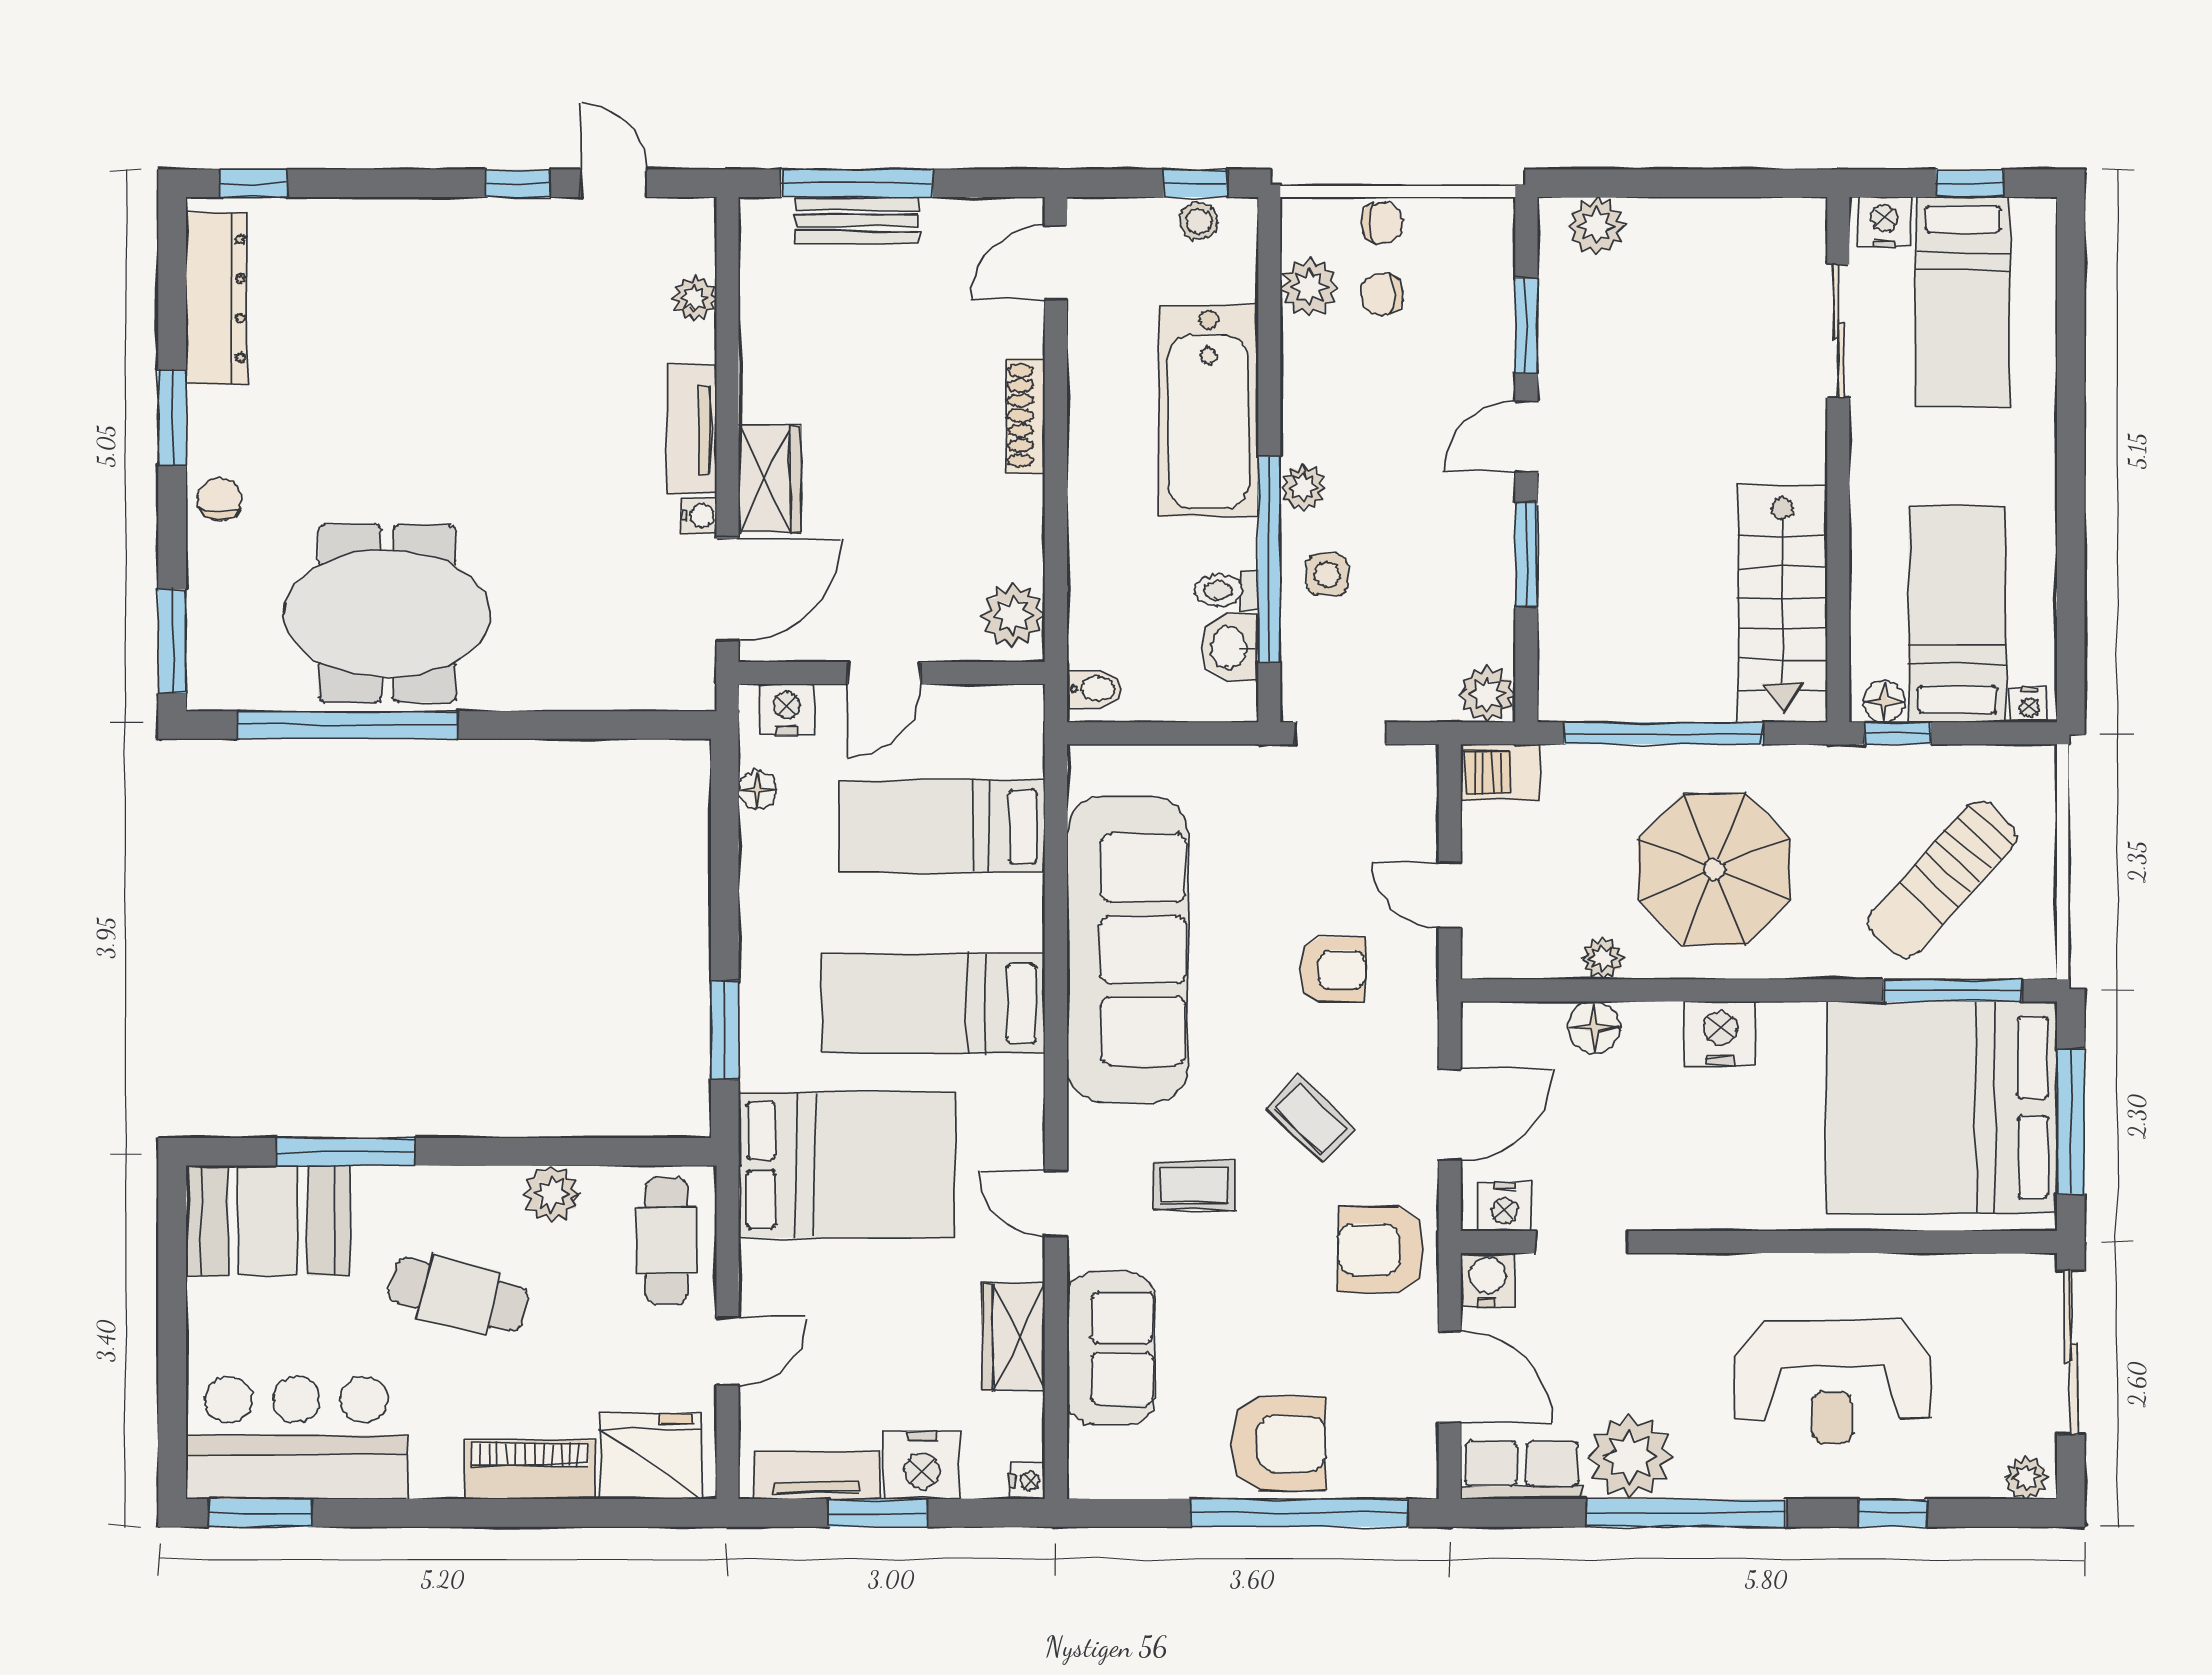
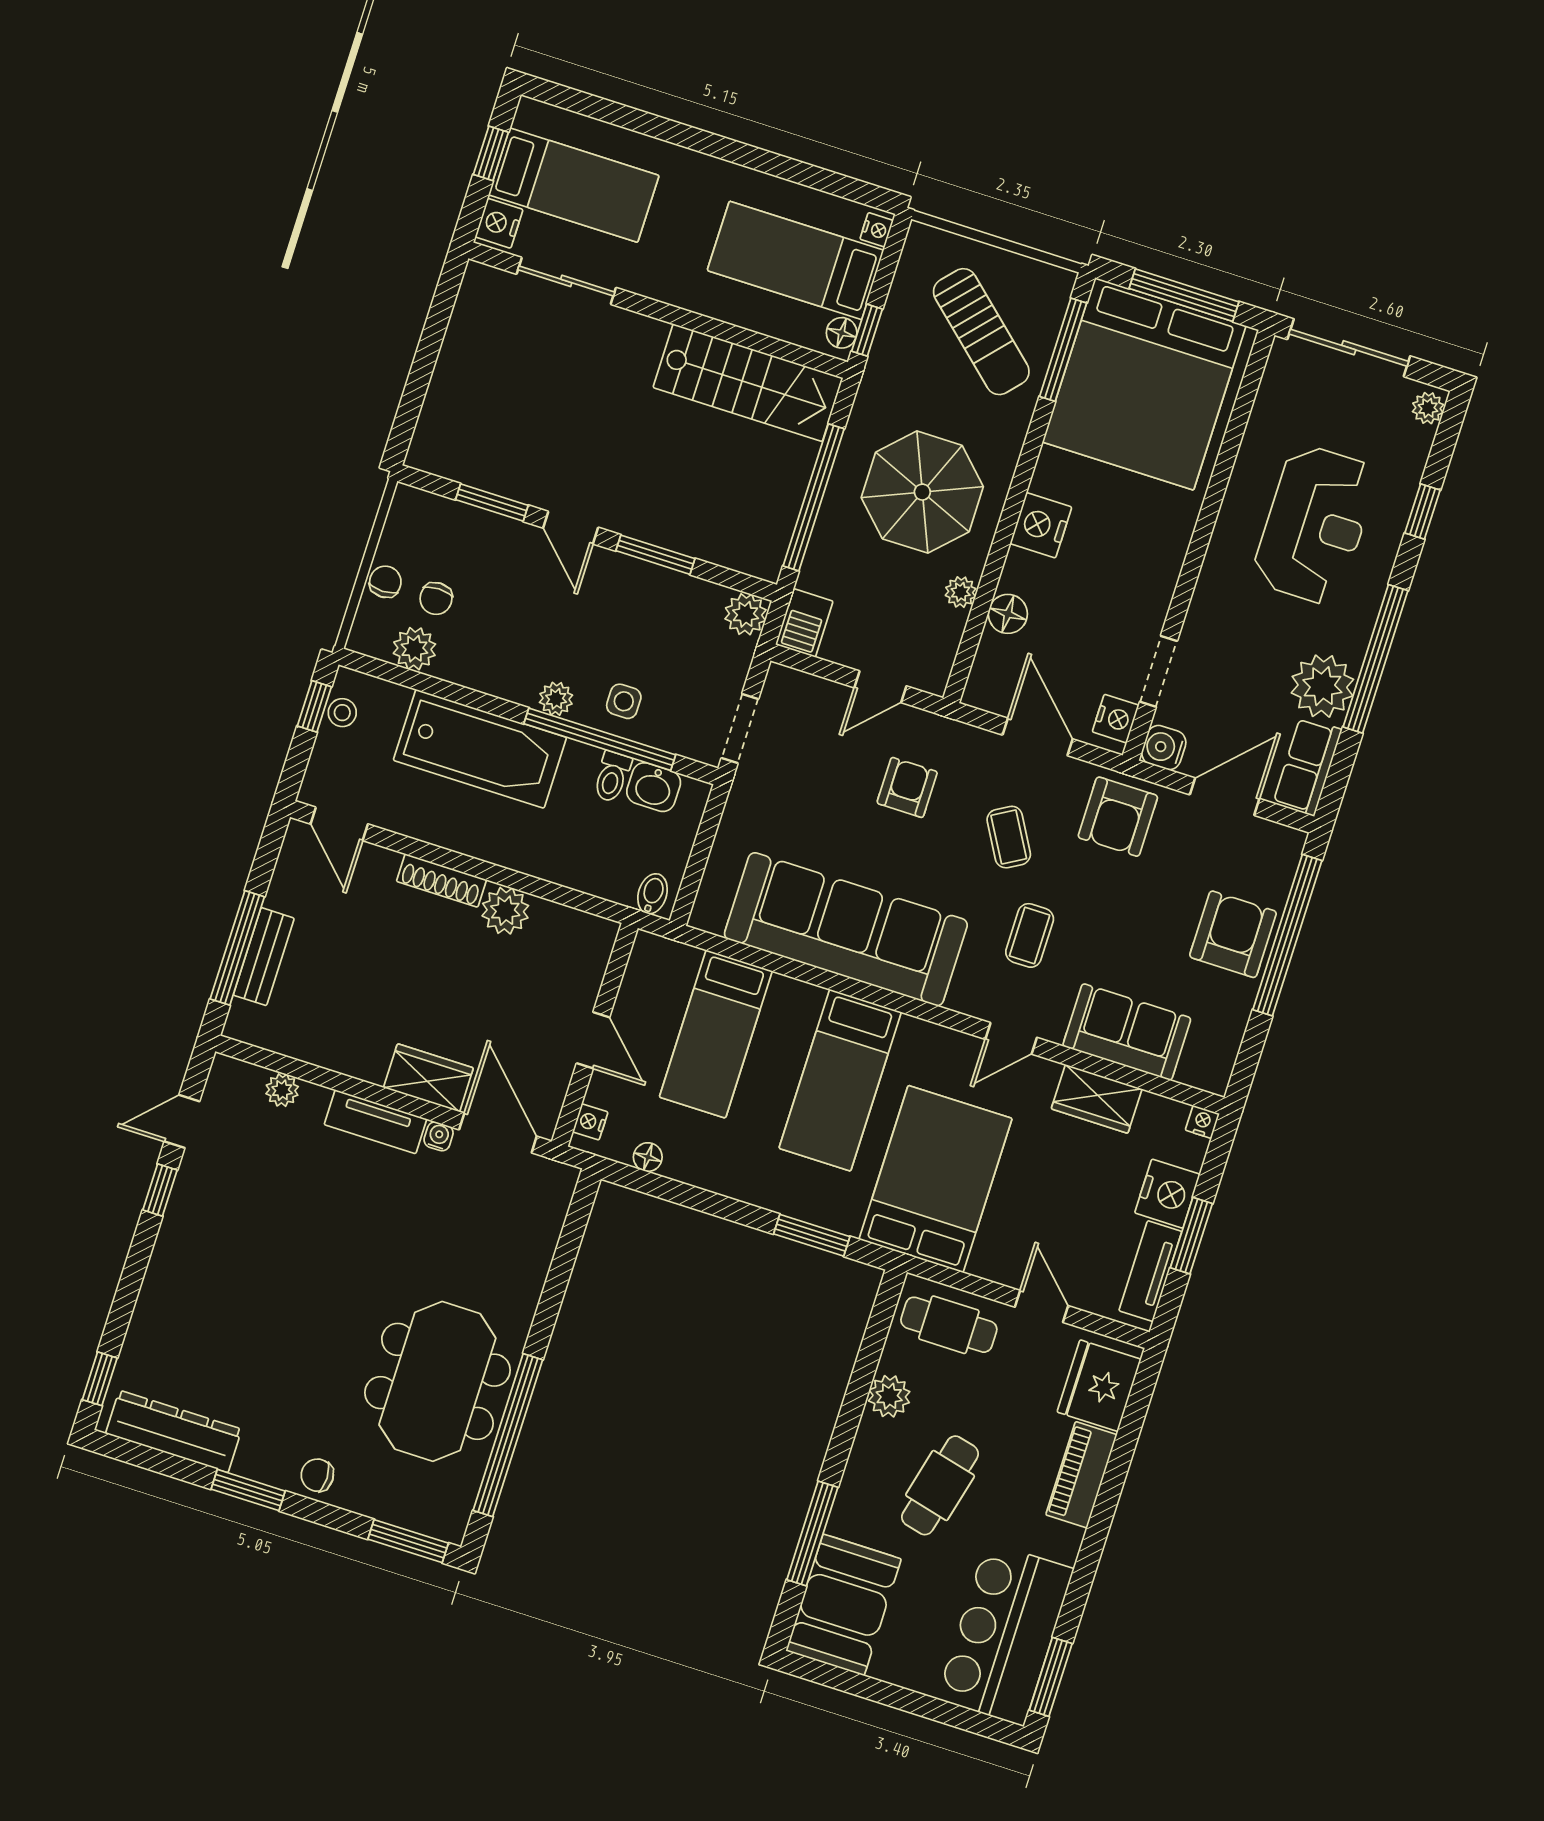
plant: (1596, 226) -> (436, 430), removed
plant: (1013, 615) -> (505, 911), moved
nightstand: (787, 709) -> (590, 1122), width x0.72, depth x0.74
coffee table: (1311, 1119) -> (1009, 837), turned -75

